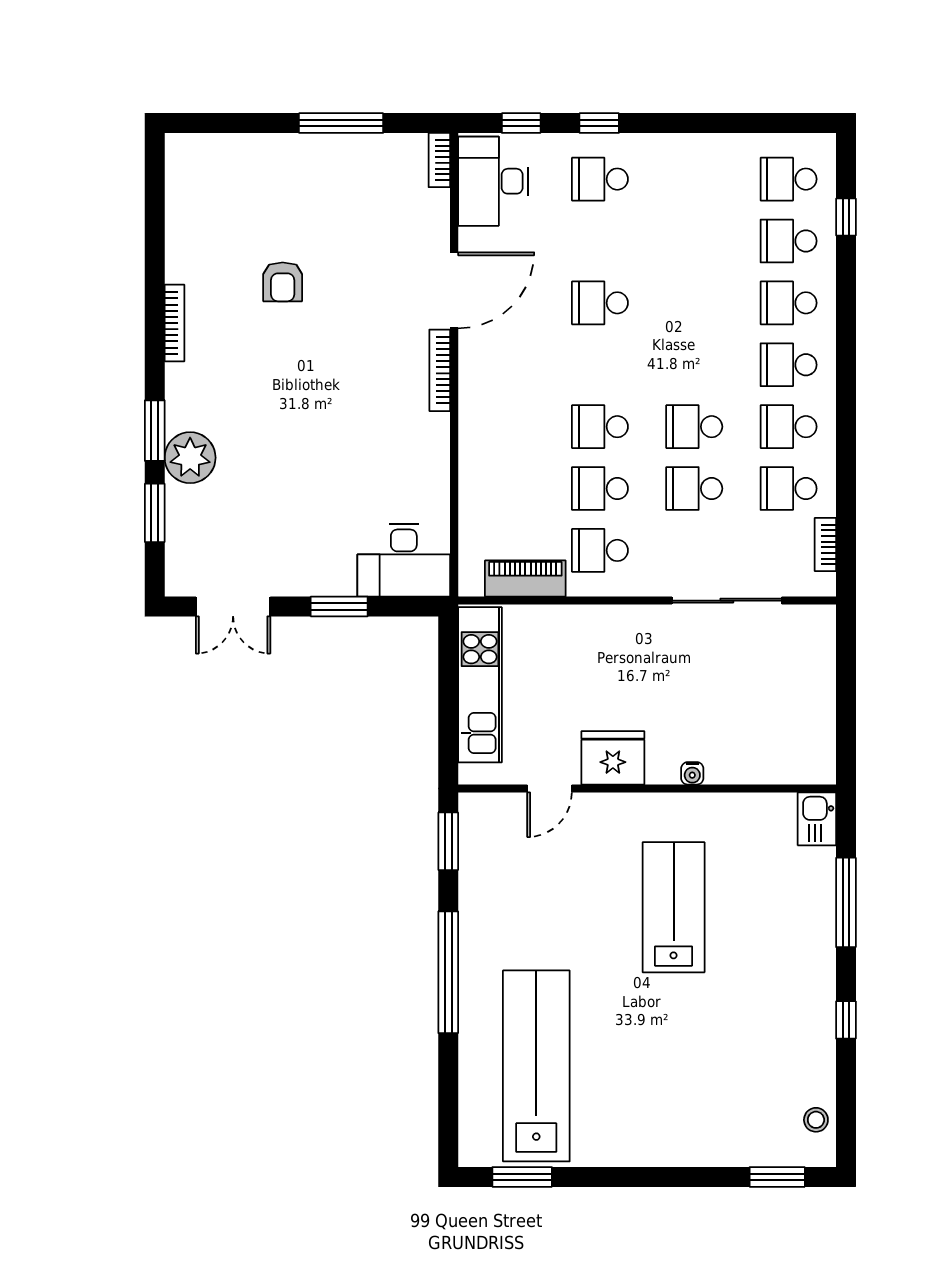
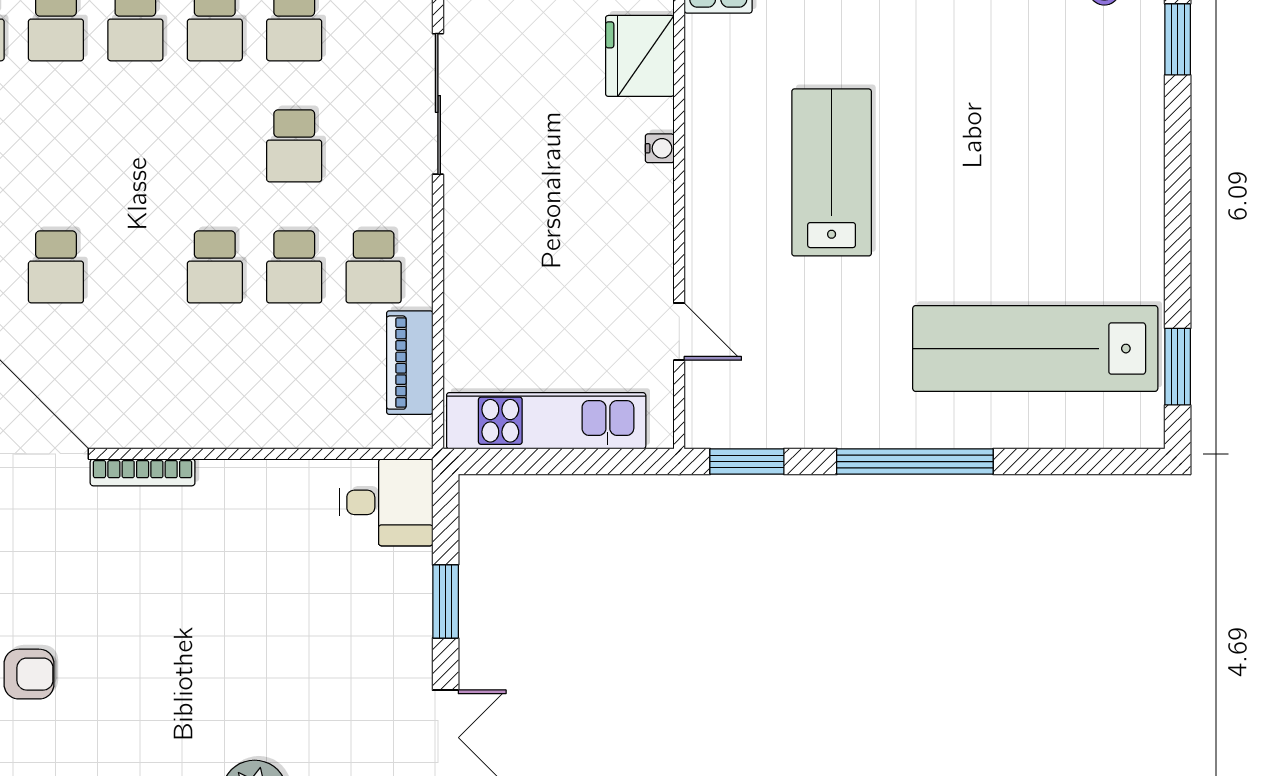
school desk: (694, 427) -> (215, 146), removed
desk: (404, 560) -> (386, 502), width x0.73
fridge: (613, 758) -> (640, 56), moved
lab bench: (674, 907) -> (832, 172), turned 90

